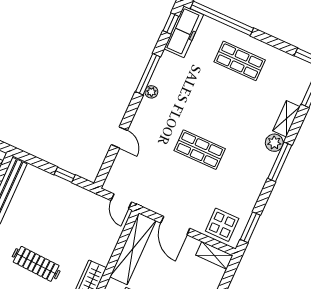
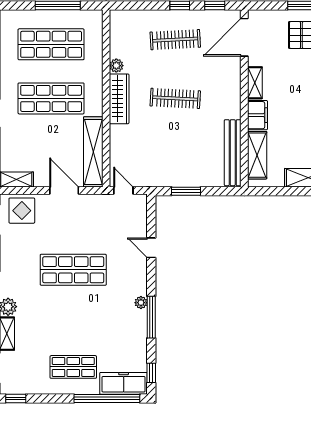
freezer: (184, 32) -> (124, 383), moved, turned 90
shop shelf: (200, 150) -> (73, 270), width x1.43, depth x1.36
window: (65, 175) -> (186, 191), width x1.50

